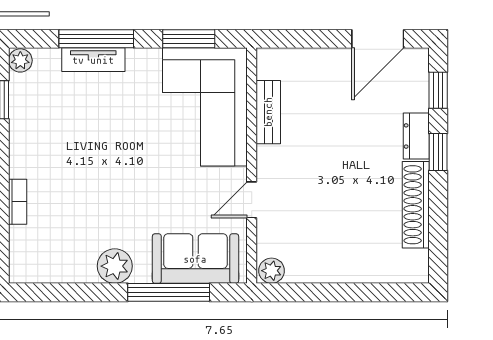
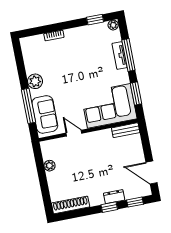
bench: (268, 112) -> (126, 130), moved
shoe rack: (416, 205) -> (71, 205), moved
plant: (272, 271) -> (50, 166), moved

